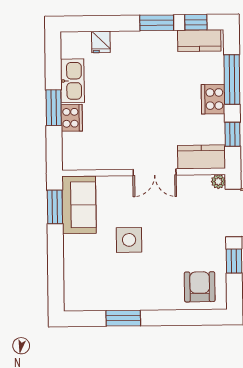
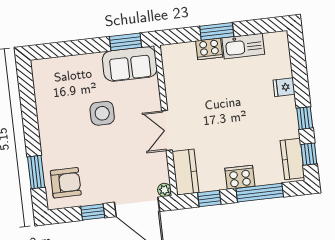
window: (157, 23) -> (305, 118), width x0.67
fridge: (101, 42) -> (284, 87), moved
window: (123, 318) -> (36, 172), moved

